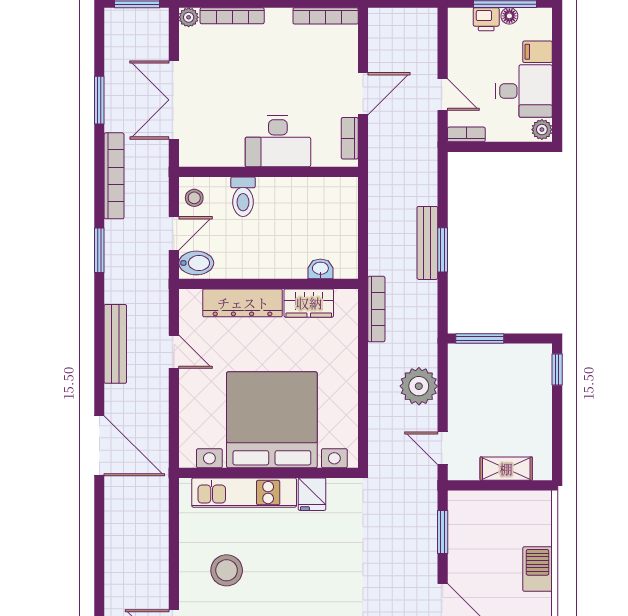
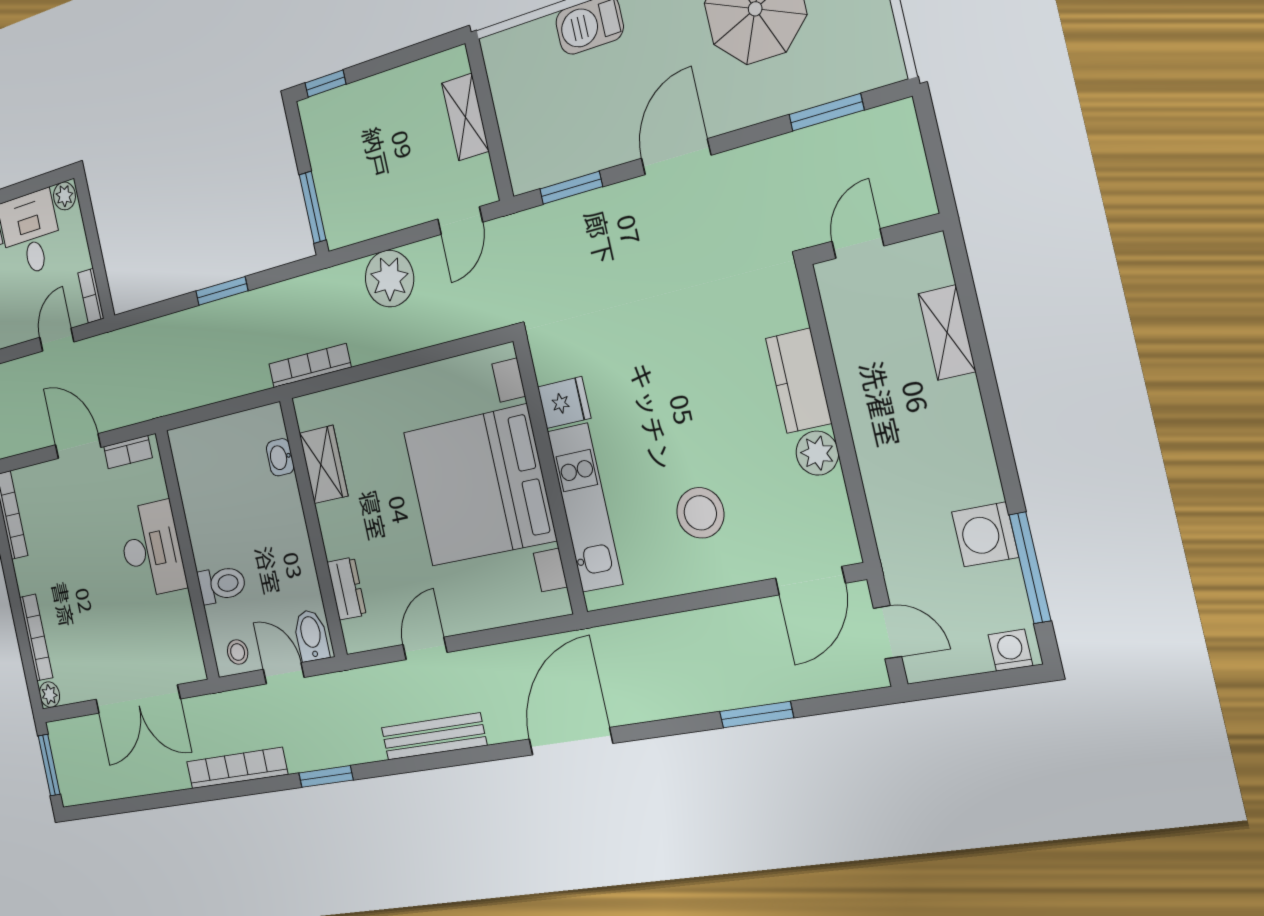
window: (99, 100) -> (756, 715), moved
bench: (427, 243) -> (219, 314), removed
dresser: (243, 303) -> (347, 589), width x0.51, depth x0.80

